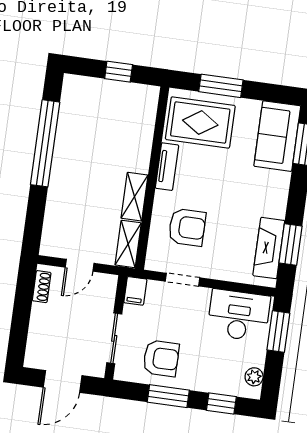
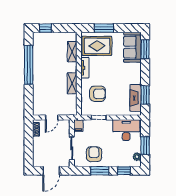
window: (119, 72) -> (45, 28), moved
shelving: (128, 244) -> (72, 52), moved
window: (278, 332) -> (145, 146), moved
armchair: (161, 358) -> (94, 154), turned -90

